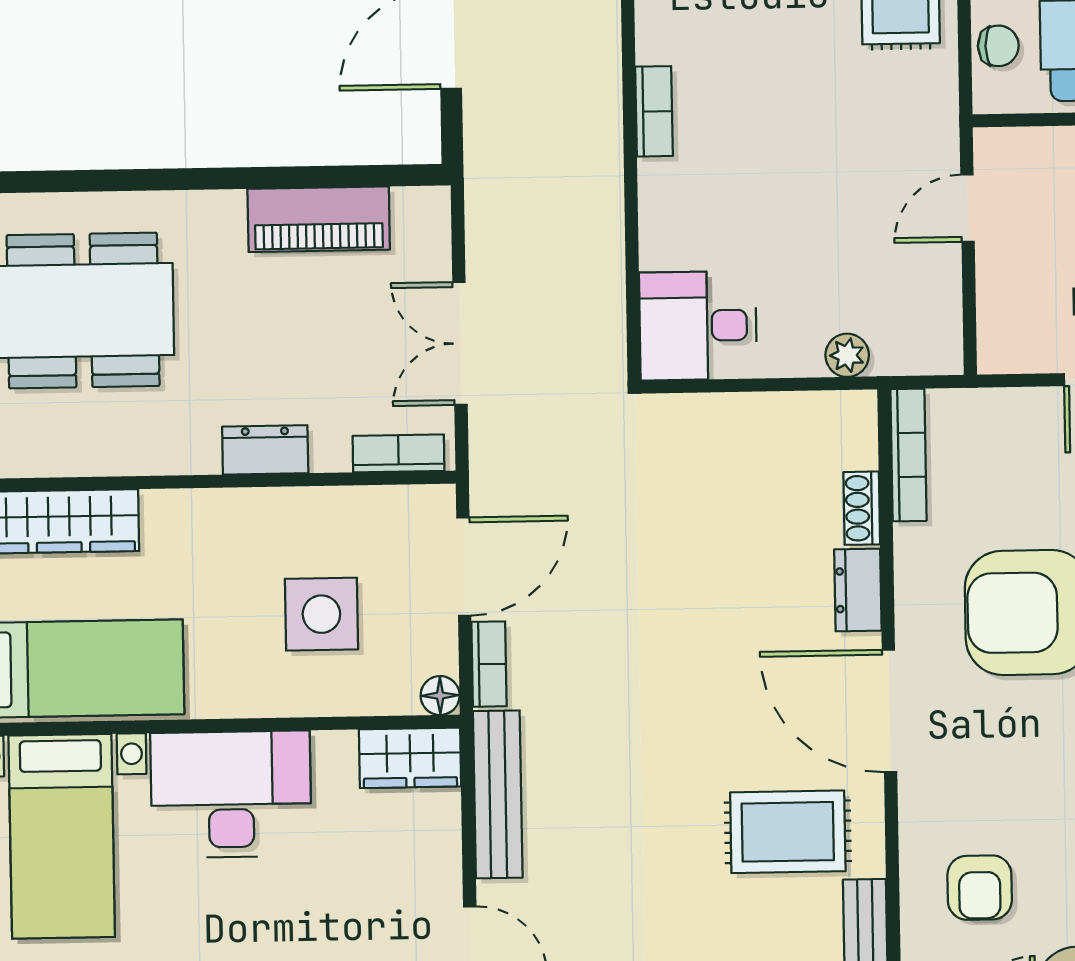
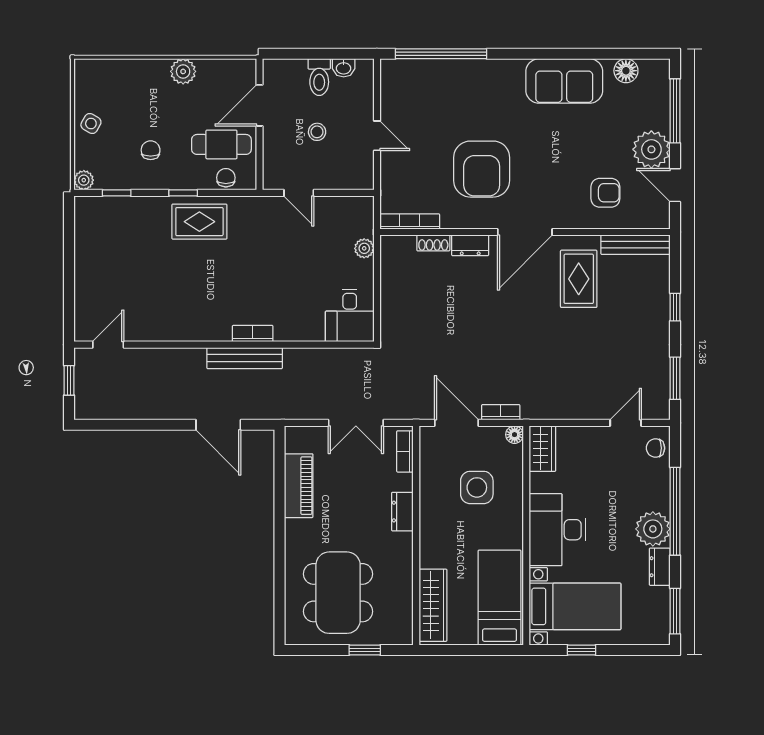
bench: (498, 794) -> (245, 358), moved

